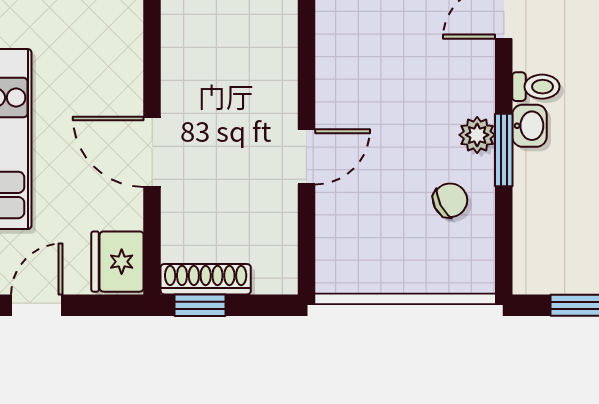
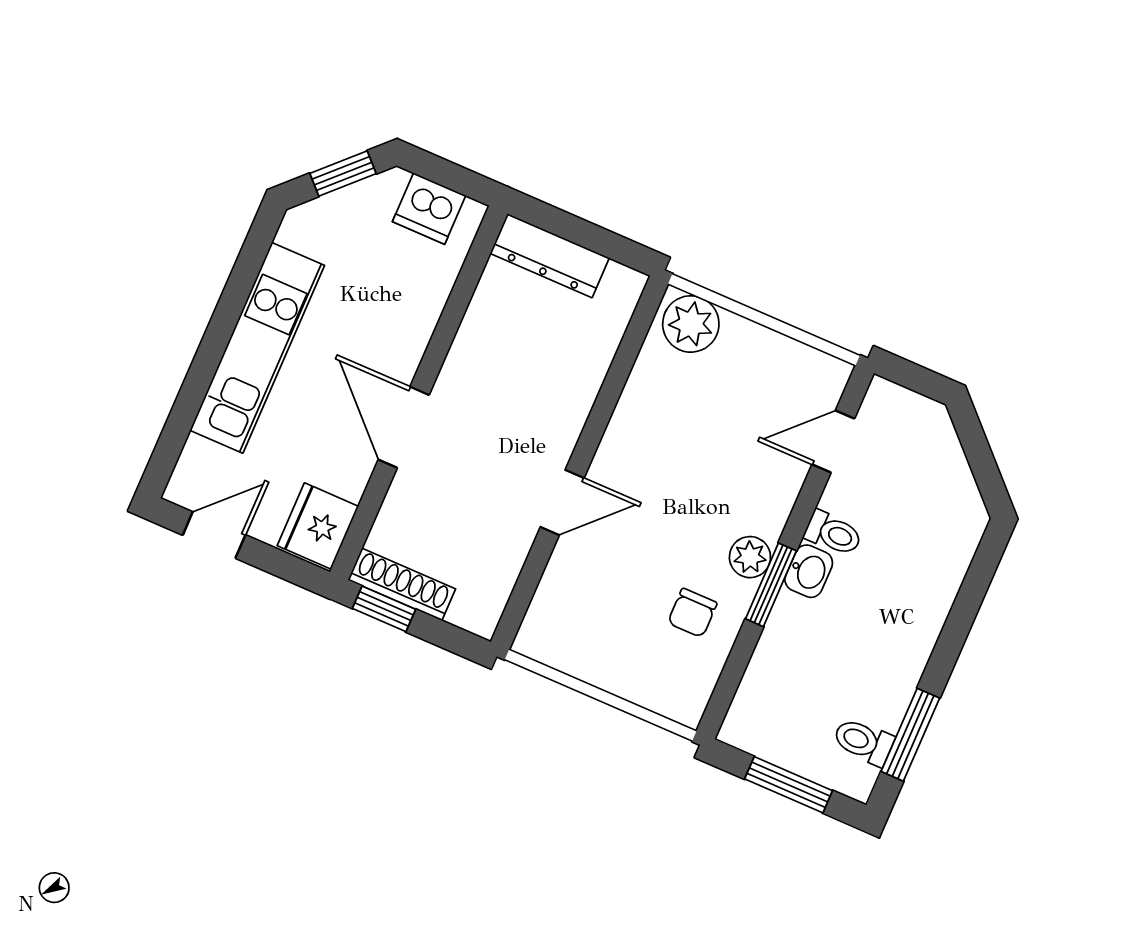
chair: (450, 200) -> (692, 613), turned 117

